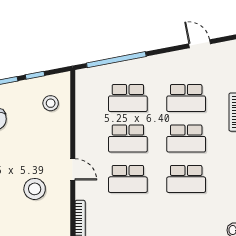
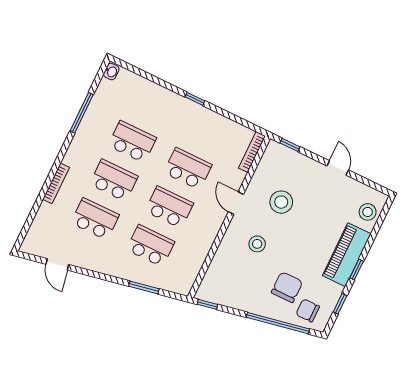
window: (116, 60) -> (144, 287), width x0.47
window: (35, 75) -> (207, 304), moved
stool: (51, 103) -> (257, 244), moved

